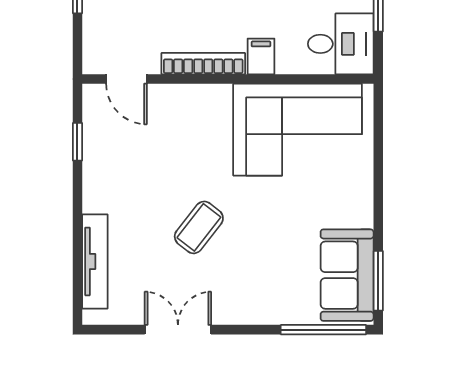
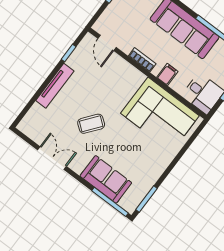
bookcase: (203, 64) -> (142, 60), width x0.64
tv unit: (95, 261) -> (55, 86), moved
sofa: (347, 275) -> (106, 179), moved, turned 90

